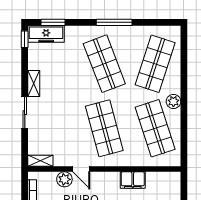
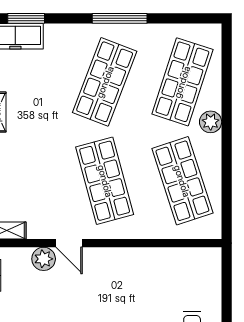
shop shelf: (104, 64) -> (105, 82), turned 42
plant: (173, 101) -> (211, 122), moved
filing cabinet: (133, 180) -> (148, 260), removed

